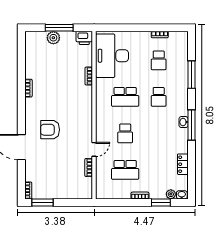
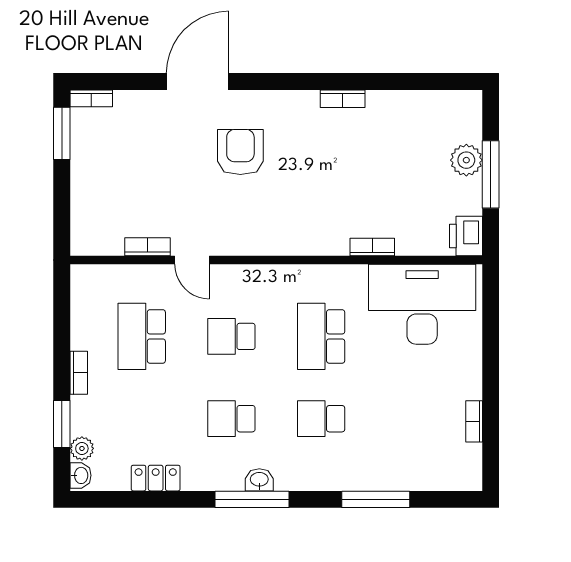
school desk: (159, 60) -> (231, 419), moved

